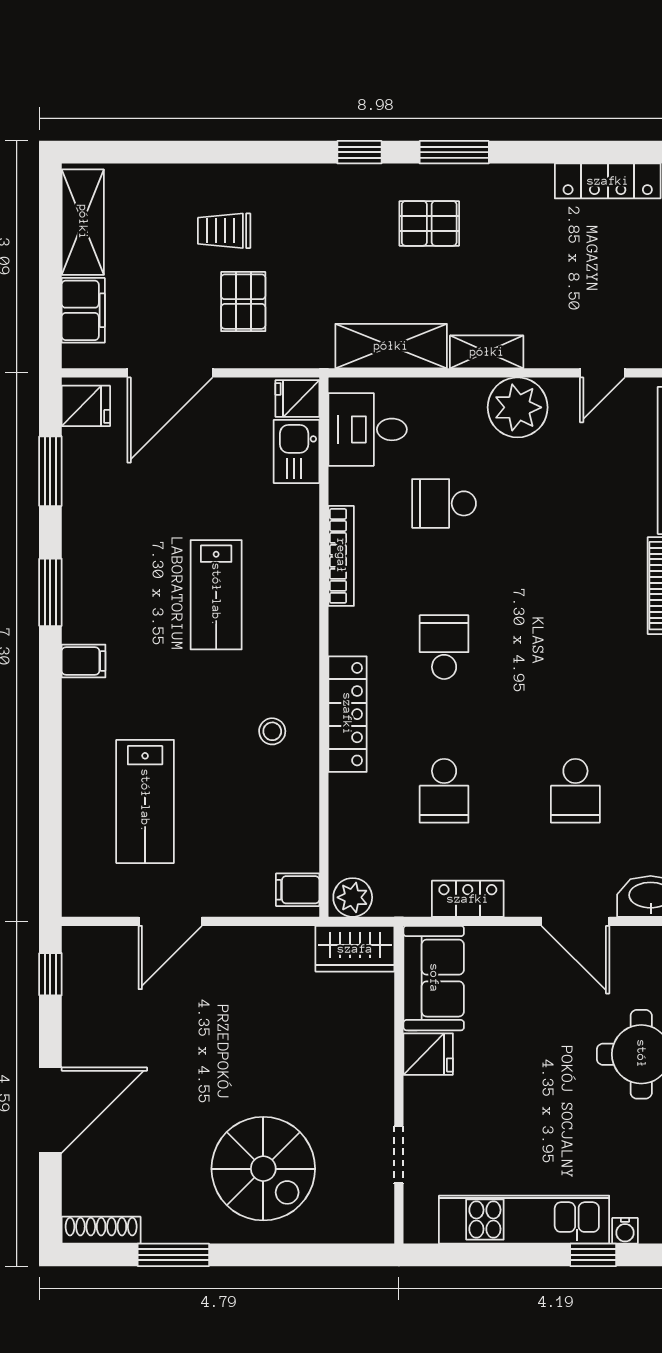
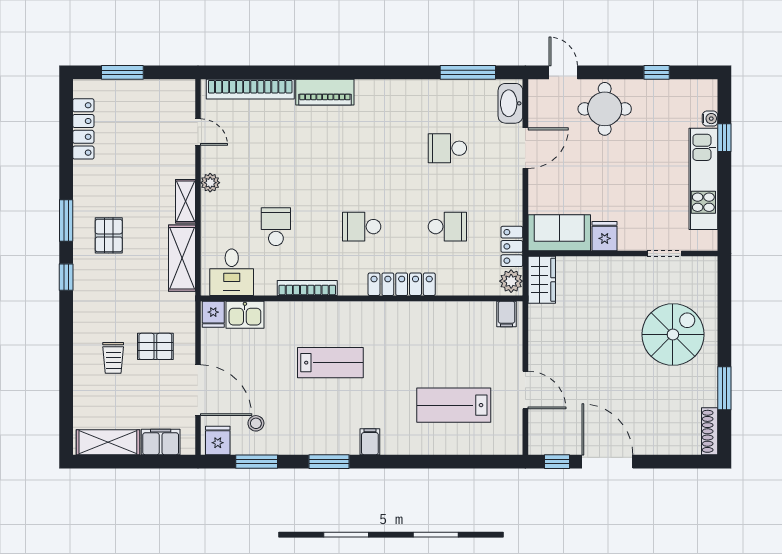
plant: (518, 407) -> (210, 183), width x0.53, depth x0.53
school desk: (444, 503) -> (276, 227), turned 180
stool: (272, 731) -> (256, 423), moved
school desk: (575, 791) -> (447, 148), turned 180
lab bench: (145, 801) -> (454, 405), turned 180
locker: (468, 899) -> (512, 246), moved
door: (50, 1110) -> (607, 462), moved

